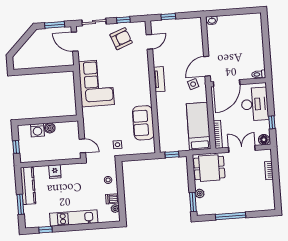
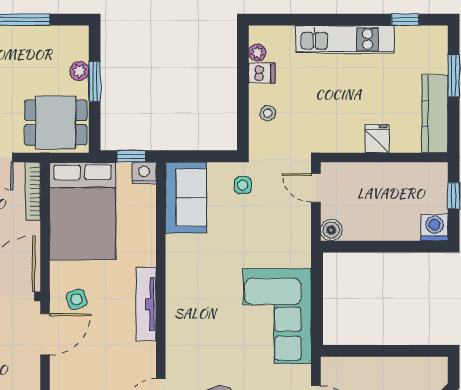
tv unit: (159, 79) -> (146, 304), width x1.41
sofa: (143, 123) -> (186, 198), moved
bed: (199, 126) -> (83, 211), width x1.50
boiler: (50, 128) -> (331, 230), moved
washing machine: (37, 130) -> (434, 227), moved
nightstand: (165, 147) -> (144, 173), added
window: (193, 202) -> (95, 81), moved

